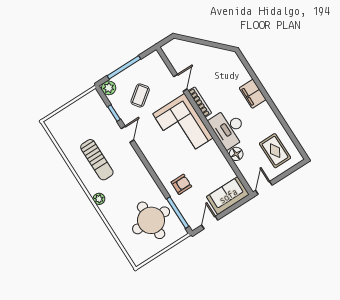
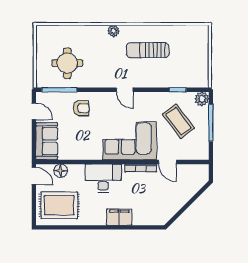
coffee table: (140, 95) -> (178, 121), width x1.36, depth x1.30
door: (127, 134) -> (125, 90), moved
rug: (275, 151) -> (59, 205), width x1.36, depth x1.43
floor lamp: (236, 154) -> (61, 171), moved
armchair: (181, 184) -> (81, 108), turned -90
round table: (151, 220) -> (67, 63), width x0.73, depth x0.73

